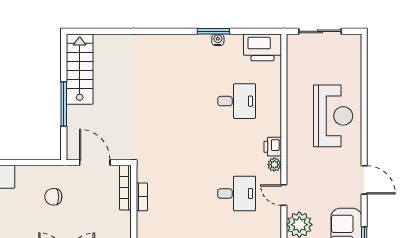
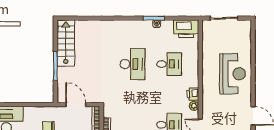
desk: (181, 101) -> (132, 64), added

